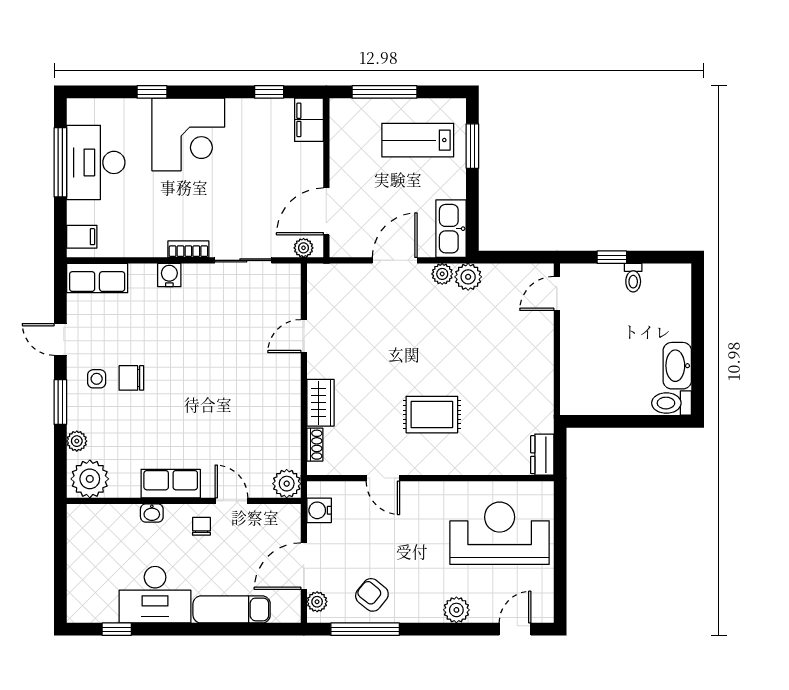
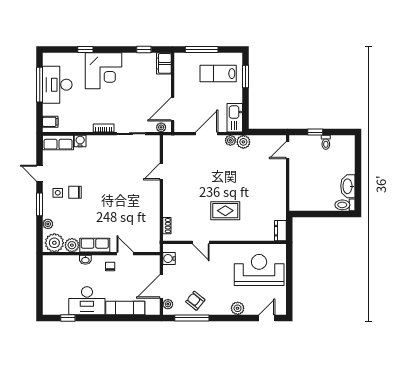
water cooler: (169, 275) -> (80, 141), moved
wardrobe: (320, 403) -> (170, 205), removed
plant: (287, 484) -> (72, 245), moved

